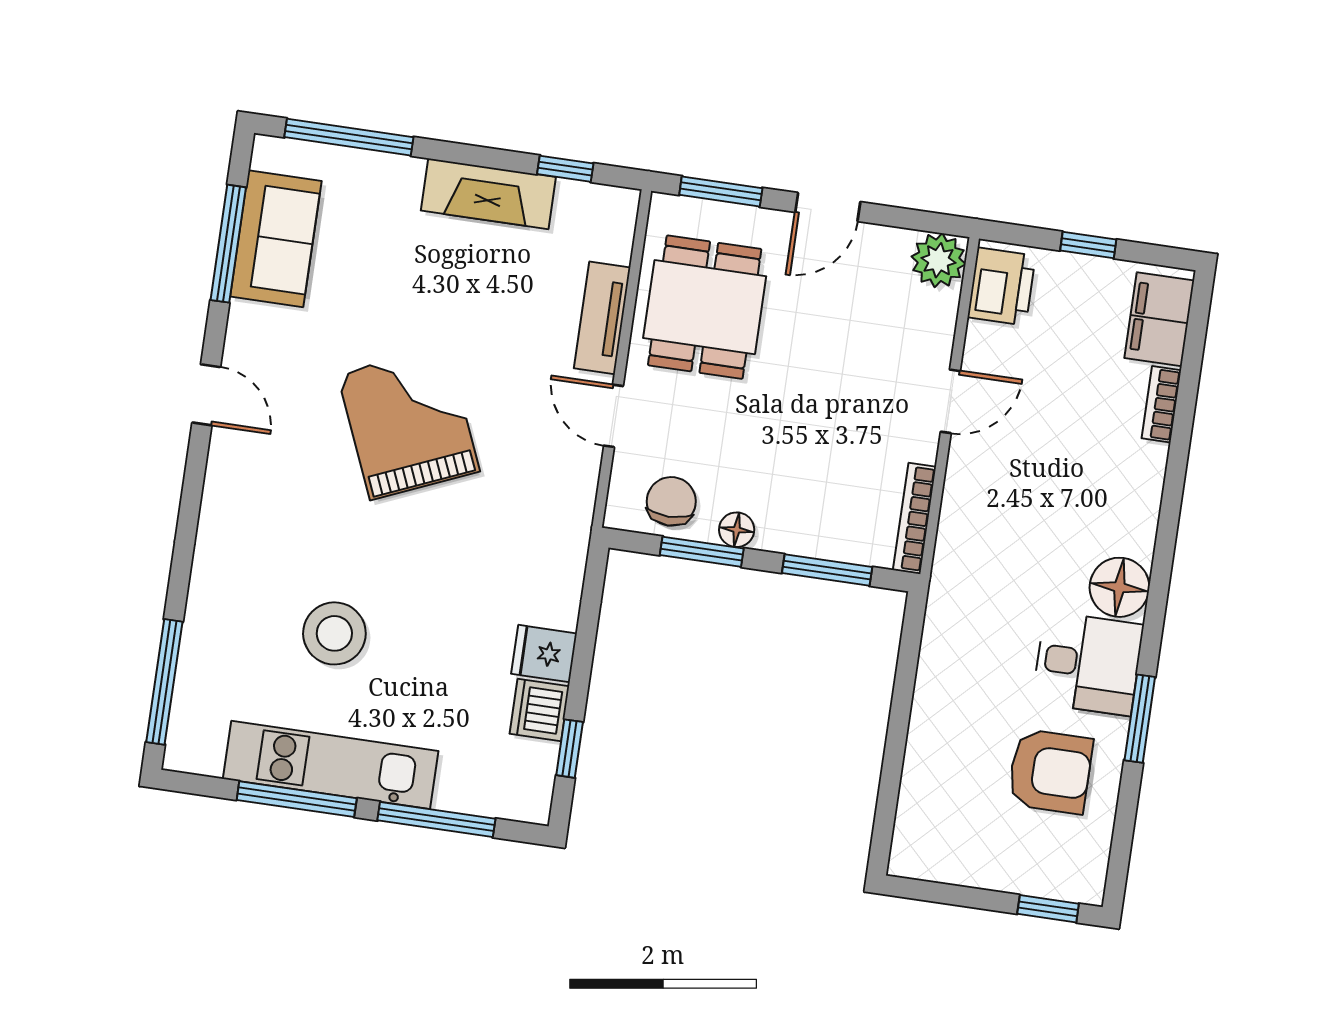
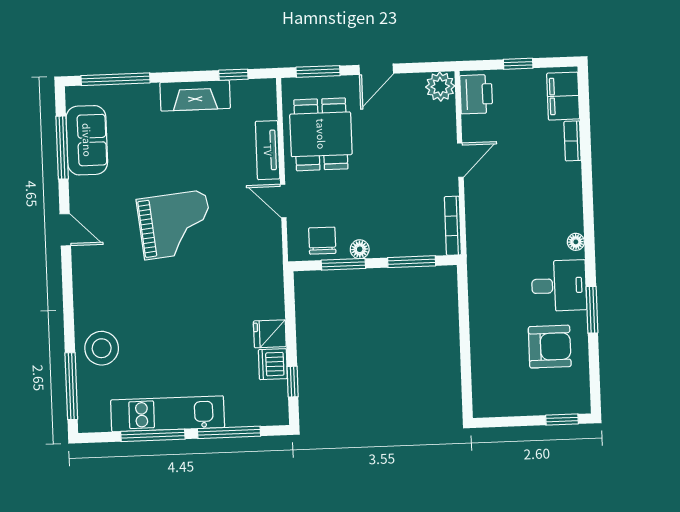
grand piano: (409, 423) -> (175, 225), turned 107
floor lamp: (1119, 587) -> (576, 242), width x0.53, depth x0.53
stool: (334, 633) -> (102, 348), moved

